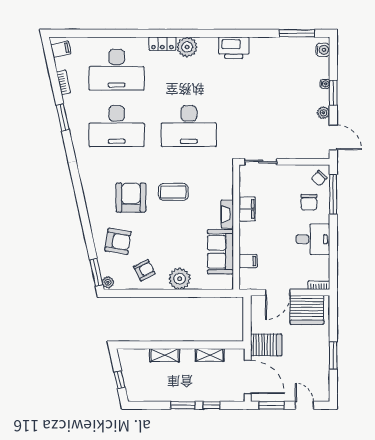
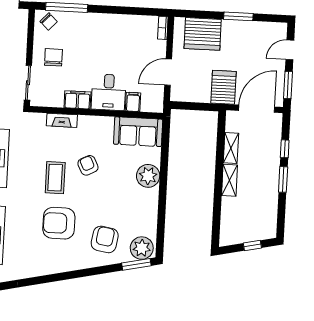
chair: (309, 202) -> (53, 57), moved, turned -90
fireplace: (227, 214) -> (62, 120), moved
desk: (313, 239) -> (109, 92), moved, turned 180
sofa: (220, 252) -> (138, 132), moved
armchair: (144, 270) -> (88, 165), moved
plant: (108, 282) -> (142, 248), width x1.88, depth x1.88
door: (278, 292) -> (168, 72), swing flipped
server rack: (307, 310) -> (203, 34), moved, turned 90
shelving: (165, 355) -> (229, 180), moved

